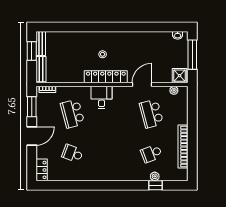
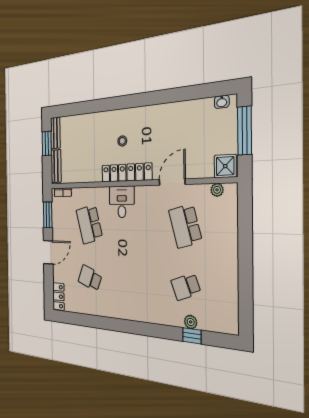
bookcase: (183, 147) -> (231, 280), removed

